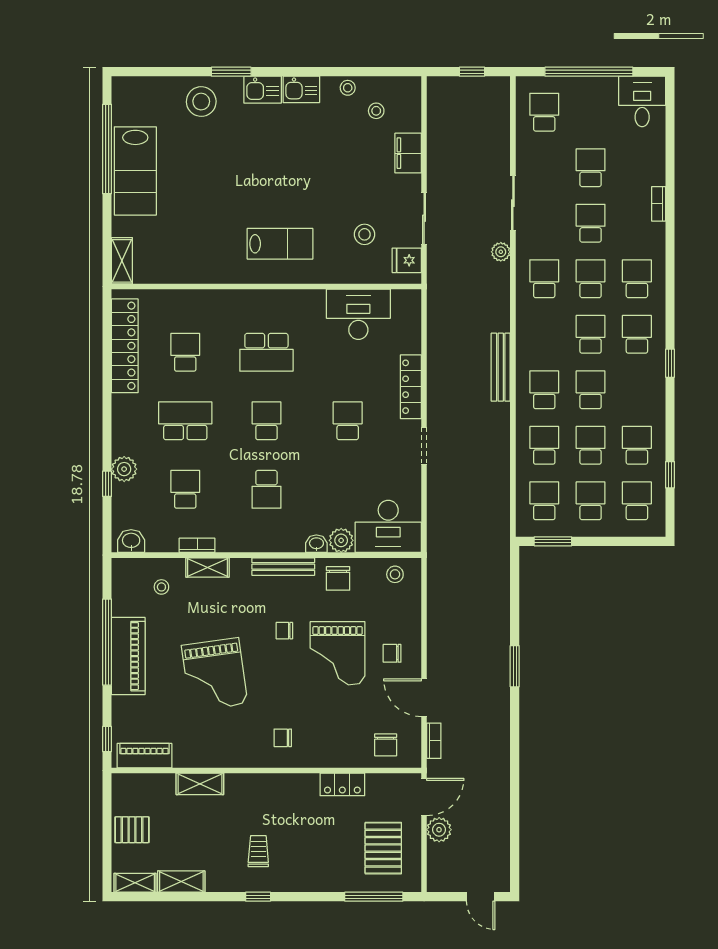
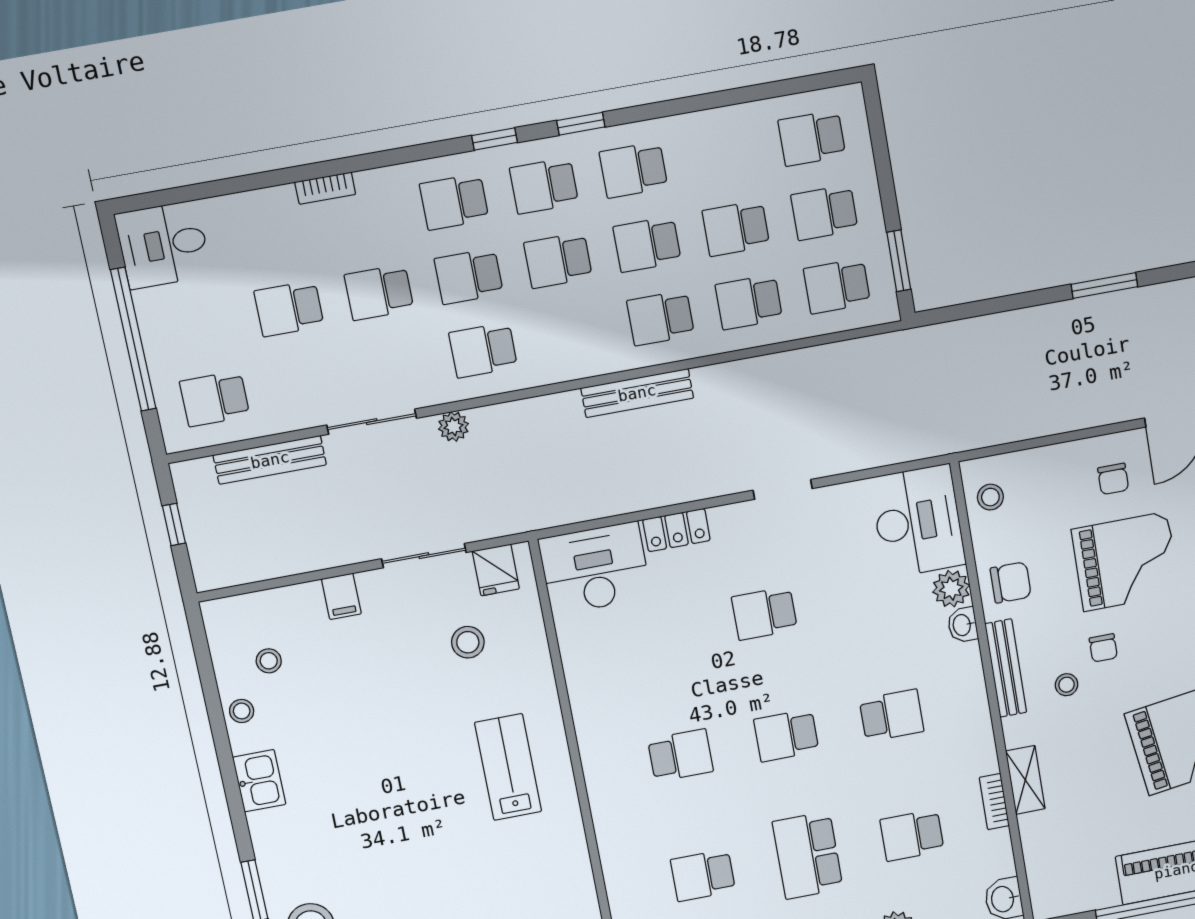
kitchen sink: (263, 90) -> (272, 839), removed
bench: (501, 137) -> (270, 460), added
filing cabinet: (408, 153) -> (341, 596), width x0.50
desk: (358, 314) -> (595, 568), moved, turned 90
school desk: (266, 352) -> (681, 755), width x0.54
locker: (411, 387) -> (676, 530), width x0.66
school desk: (637, 445) -> (634, 170), moved
window: (670, 475) -> (495, 139), moved
stool: (161, 587) -> (1067, 685), moved

